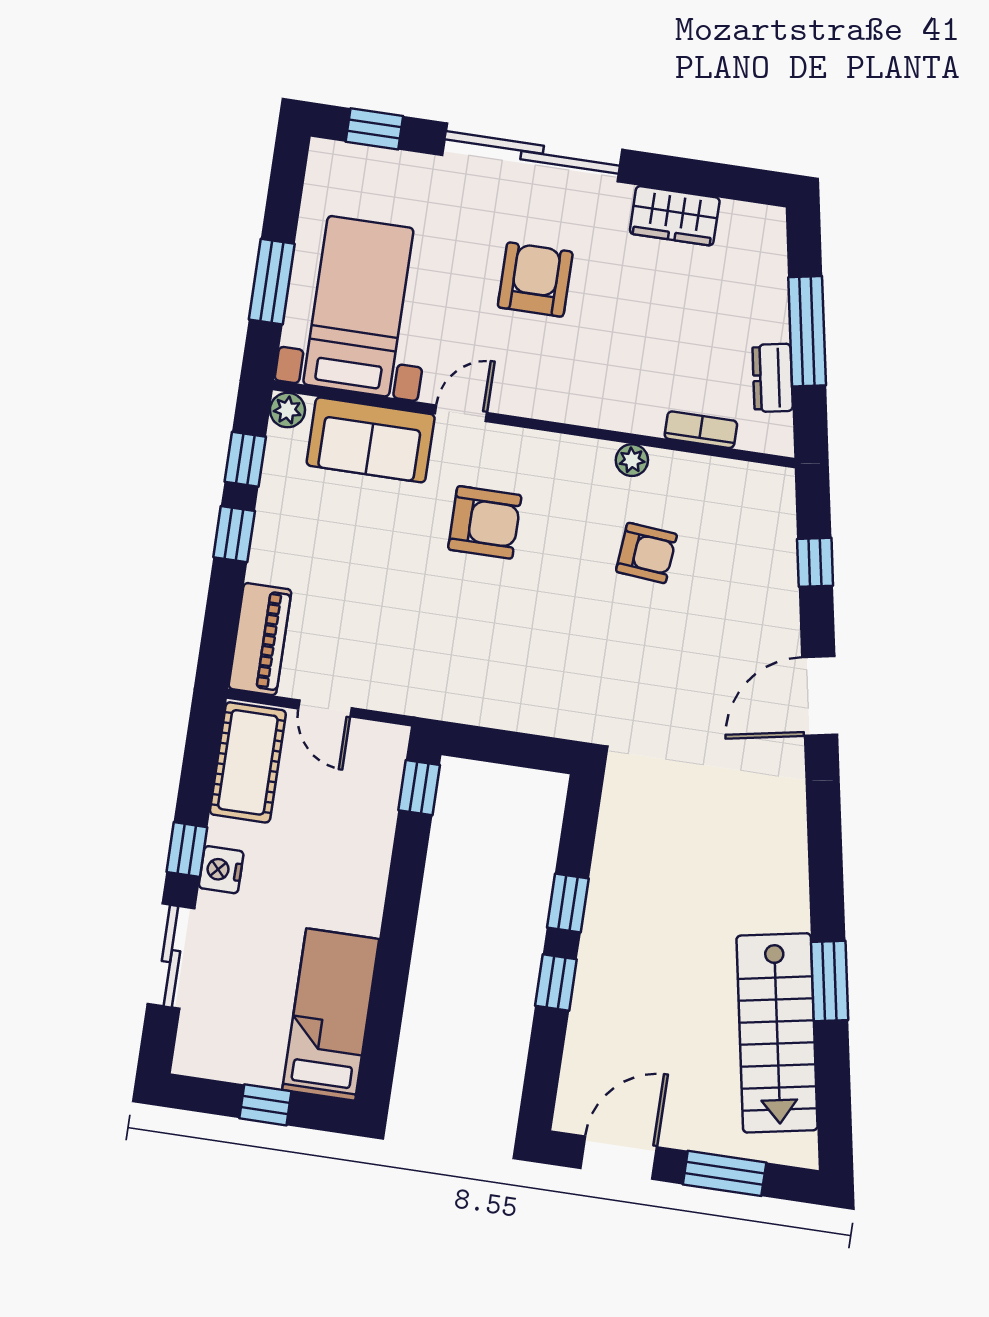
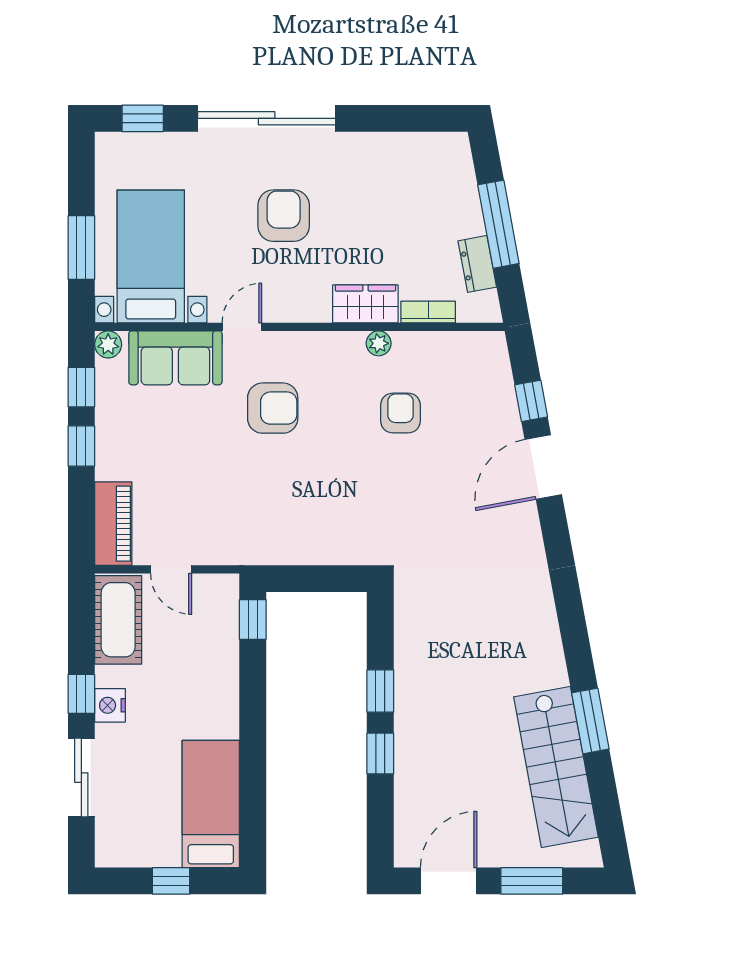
wardrobe: (675, 216) -> (365, 304), moved, turned 180
armchair: (646, 553) -> (400, 413), turned -95
door: (820, 696) -> (543, 467), moved

